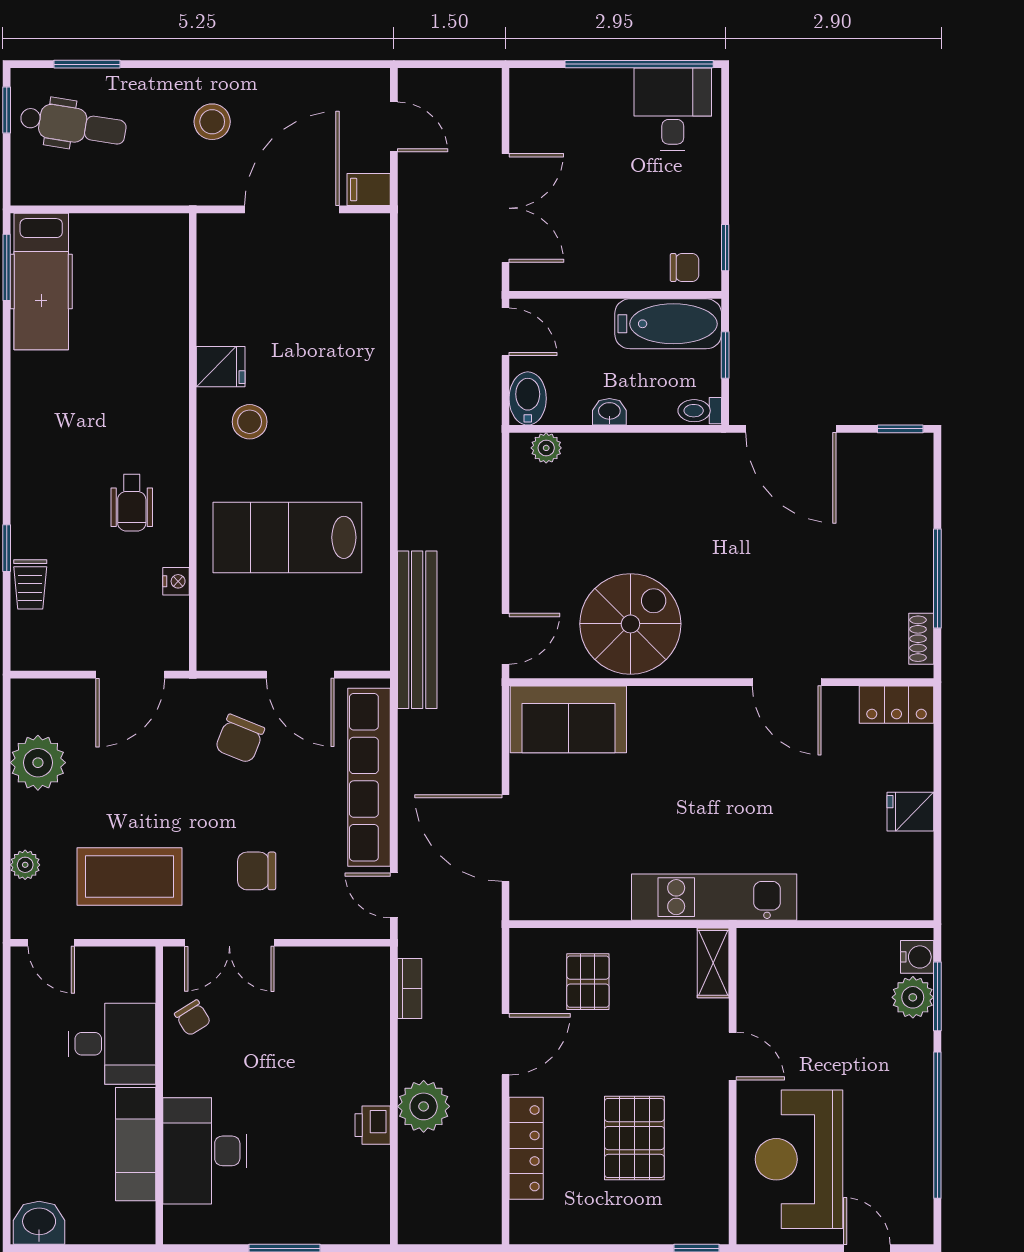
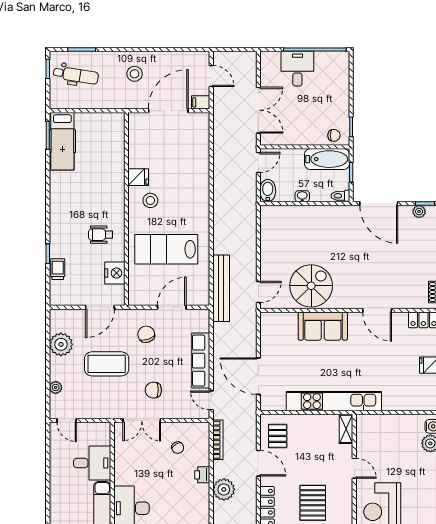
desk: (673, 109) -> (297, 69), moved
door: (505, 332) -> (258, 162), hinge flipped
plant: (546, 448) -> (419, 212), moved
wheelchair: (132, 503) -> (101, 235), turned 90
nightstand: (176, 581) -> (115, 273), width x1.89, depth x1.79
trolley: (30, 584) -> (58, 269), turned 180
door: (300, 675) -> (172, 307), swing flipped
sofa: (568, 719) -> (323, 326), moved
chair: (240, 739) -> (146, 334), turned 140
row of seats: (369, 777) -> (201, 361), width x0.73
coffee table: (130, 877) -> (107, 364), moved
kitchen unit: (714, 897) -> (334, 401), width x1.36
pallet: (588, 982) -> (278, 436), moved
bookcase: (410, 988) -> (218, 440), width x1.56
chair: (193, 1018) -> (178, 448), moved
door: (505, 1044) -> (258, 463), hinge flipped
printer: (373, 1125) -> (202, 475), moved

